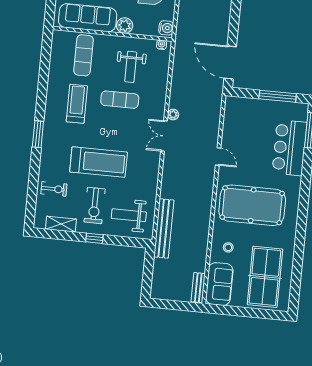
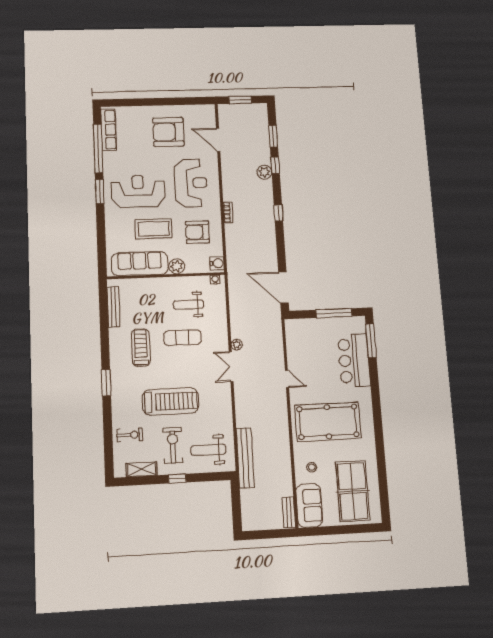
exercise mat: (84, 55) -> (141, 300), removed
bench: (55, 59) -> (114, 307), added
weight bench: (131, 67) -> (188, 305), turned 90
exercise bike: (95, 206) -> (173, 445), turned 180

